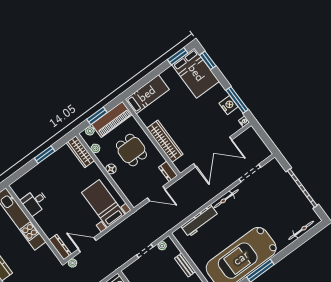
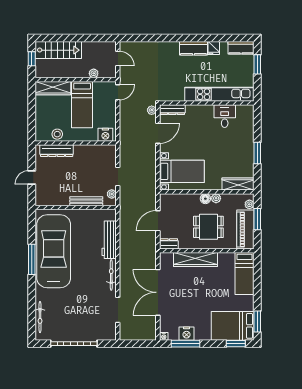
plant: (95, 148) -> (216, 198), moved
bench: (185, 265) -> (86, 201), width x1.36

